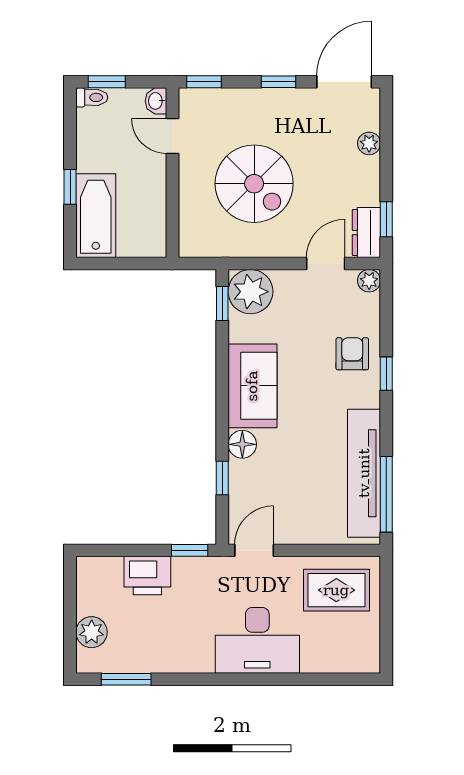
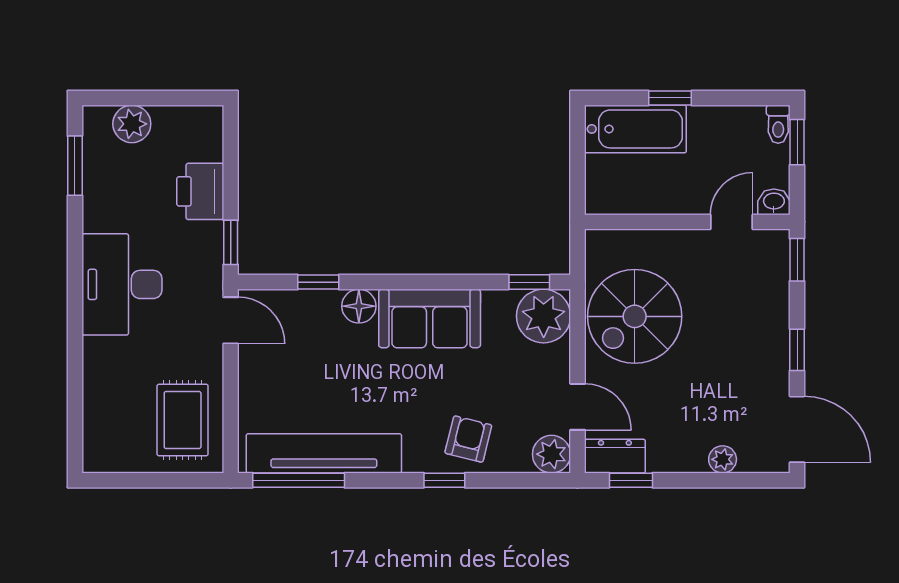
spiral stairs: (254, 184) -> (635, 316), moved
plant: (369, 281) -> (552, 454), width x1.38, depth x1.38
armchair: (352, 354) -> (468, 439), turned -76
desk: (257, 640) -> (122, 284), moved

